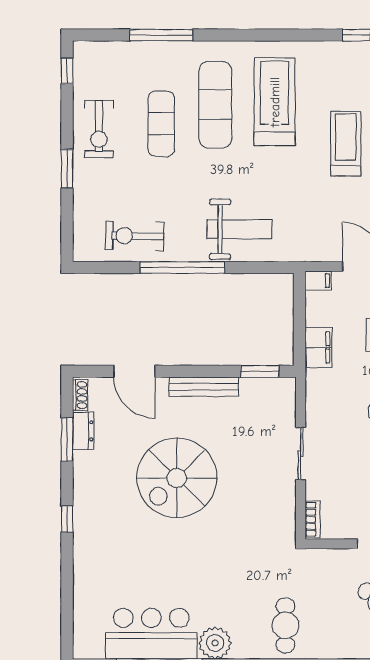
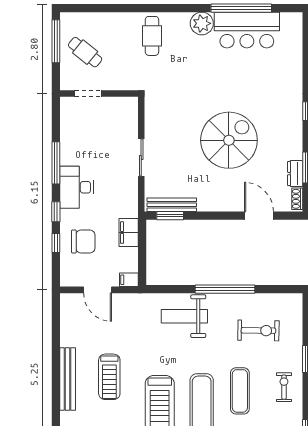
exercise bike: (99, 129) -> (284, 387), width x0.73, depth x0.72
exercise bike: (135, 236) -> (258, 330), moved
bench: (204, 387) -> (172, 205), moved
bookcase: (313, 519) -> (133, 111), removed

